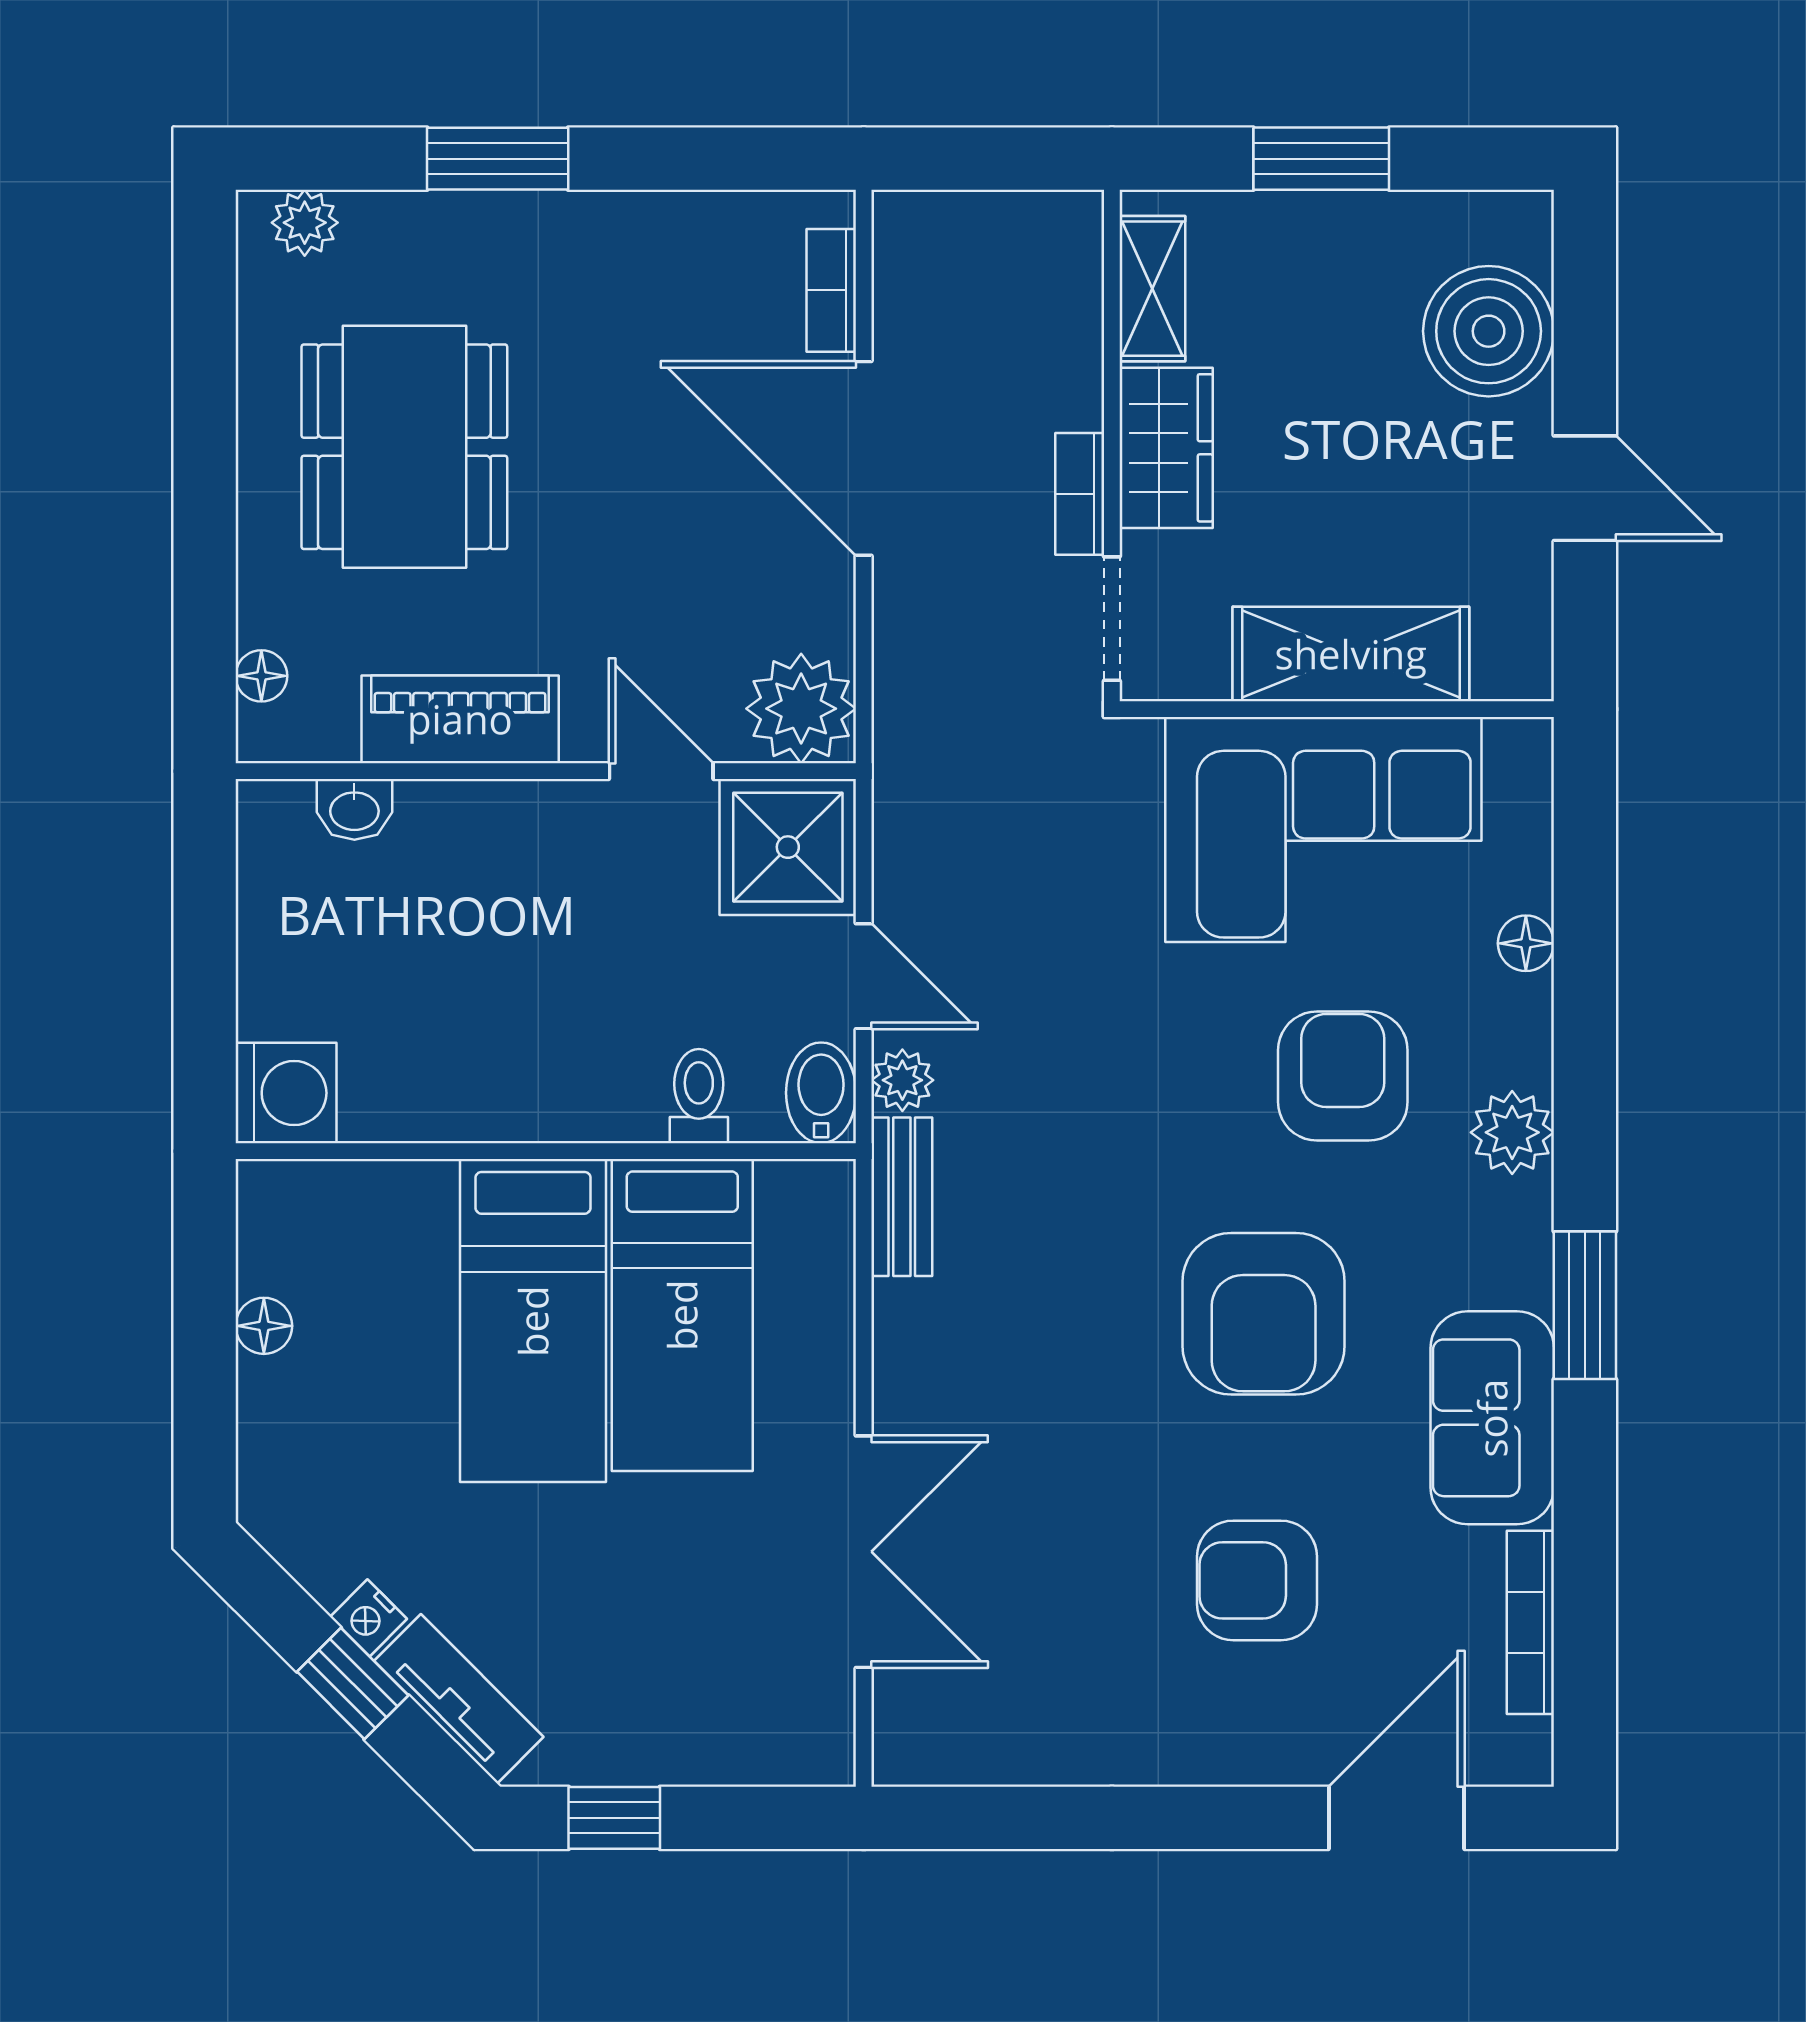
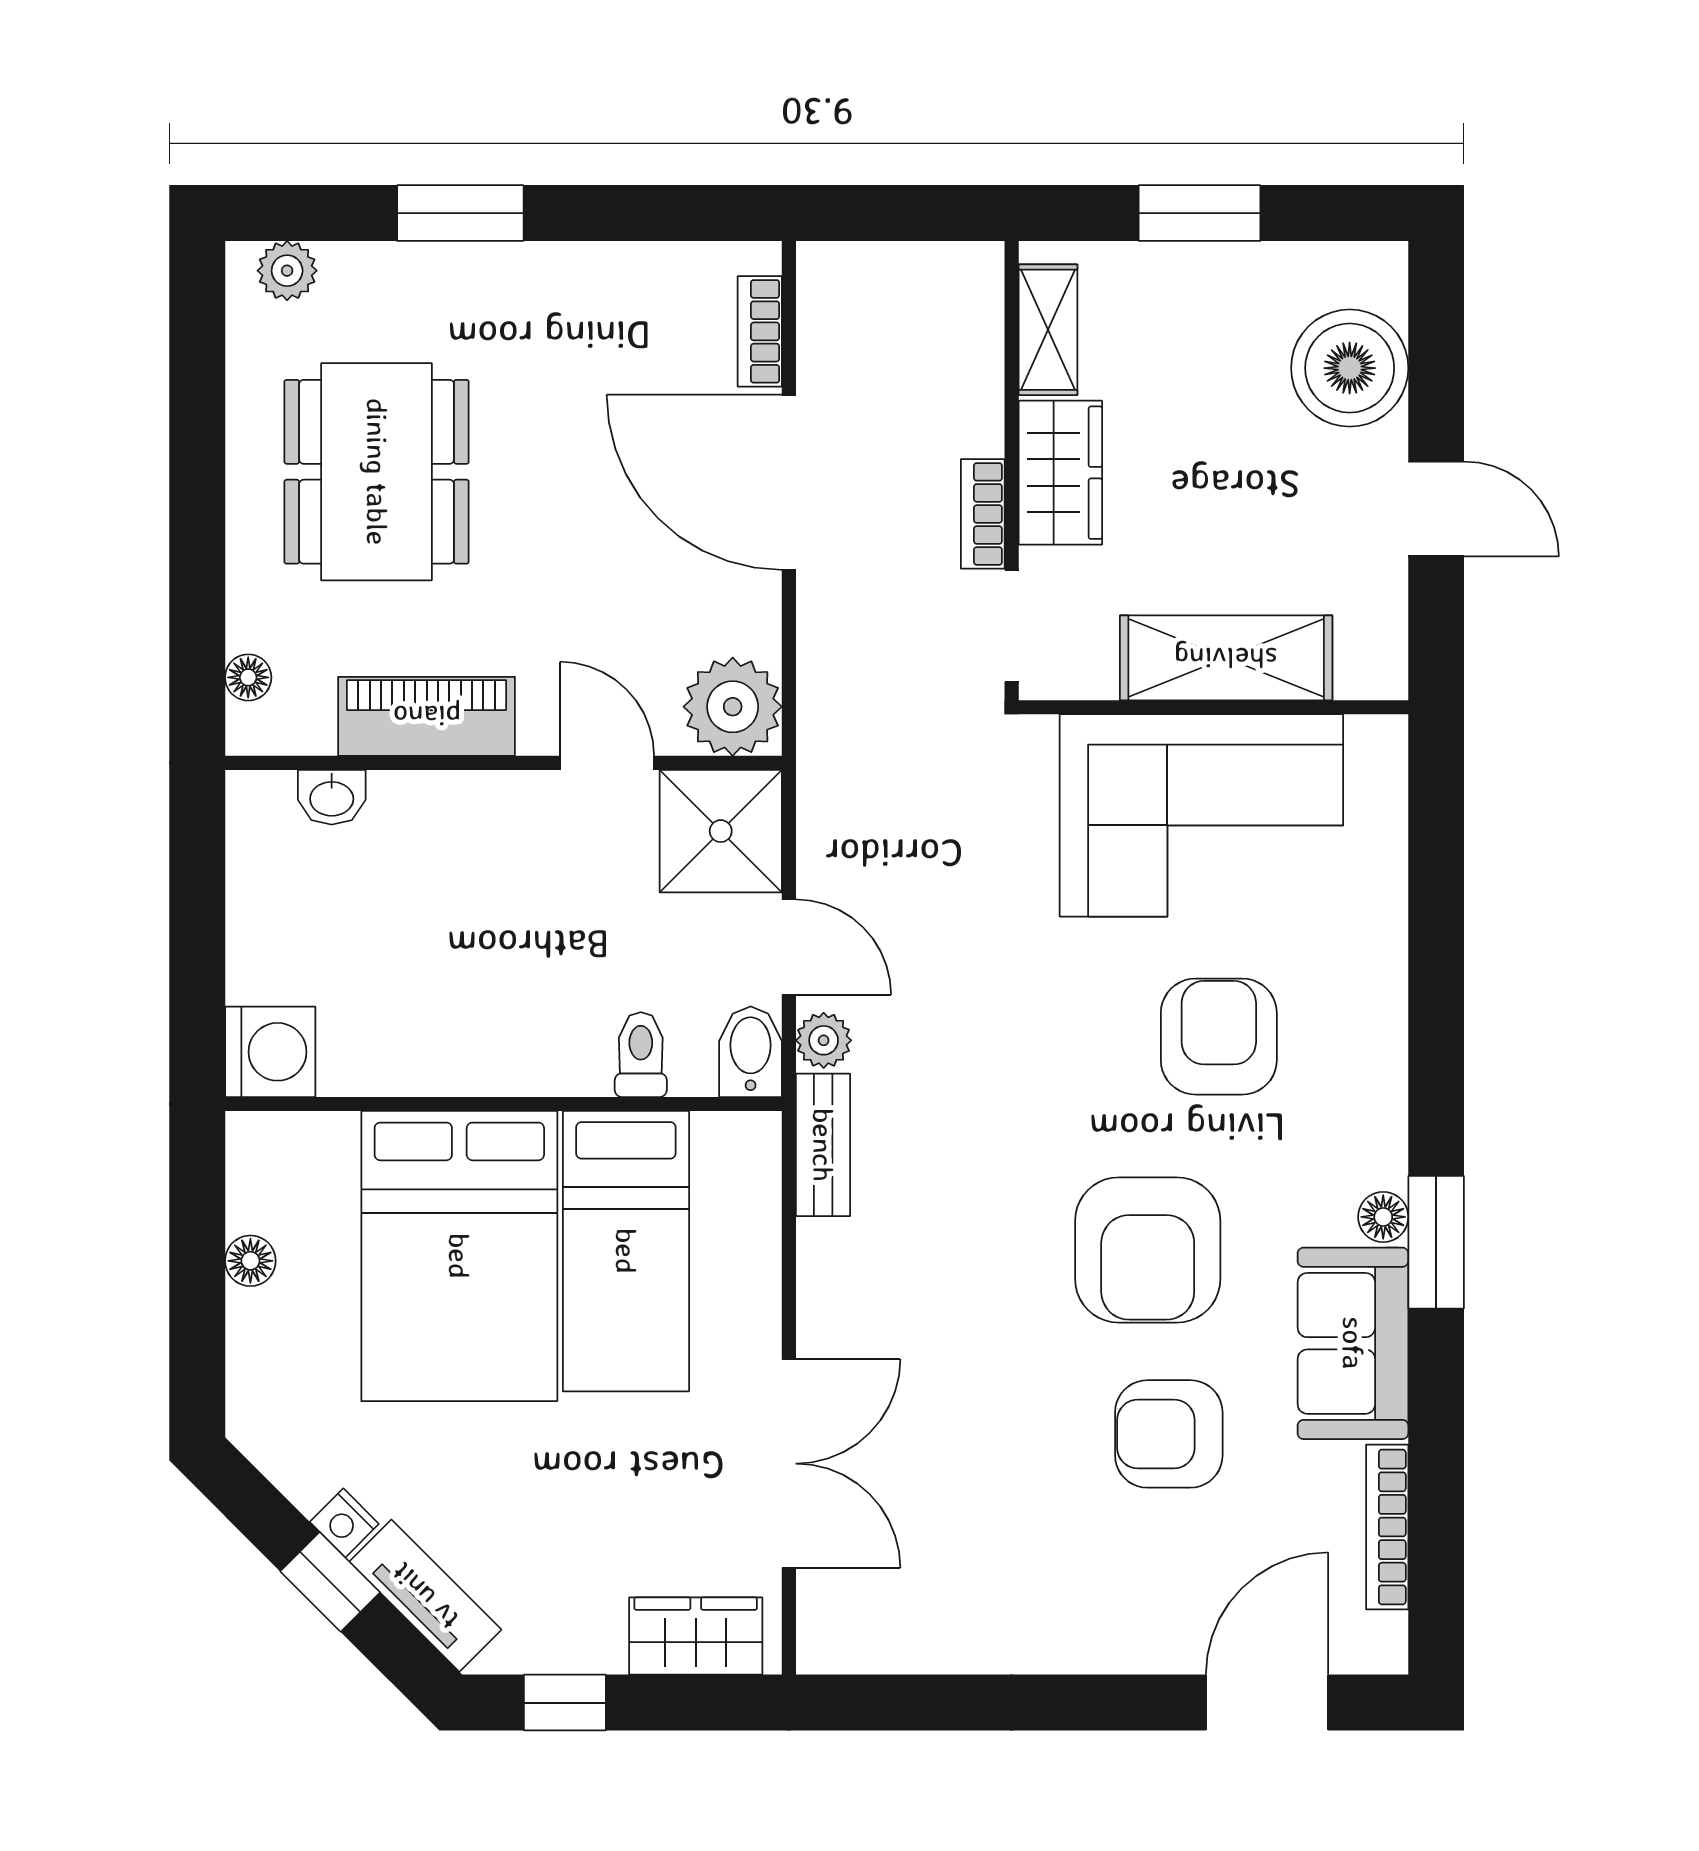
floor lamp: (1526, 943) -> (1383, 1217), moved
plant: (1512, 1132) -> (1371, 1087), removed
bed: (533, 1321) -> (459, 1256), width x1.50
armchair: (1257, 1580) -> (1169, 1434), moved
wardrobe: (760, 1744) -> (696, 1636), added

